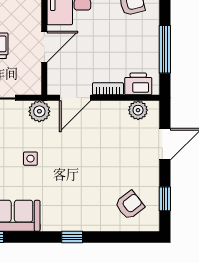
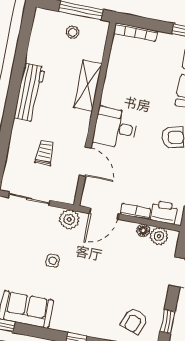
door: (44, 47) -> (85, 162), hinge flipped
floor lamp: (120, 107) -> (143, 230), added
armchair: (130, 205) -> (134, 321), turned 148

